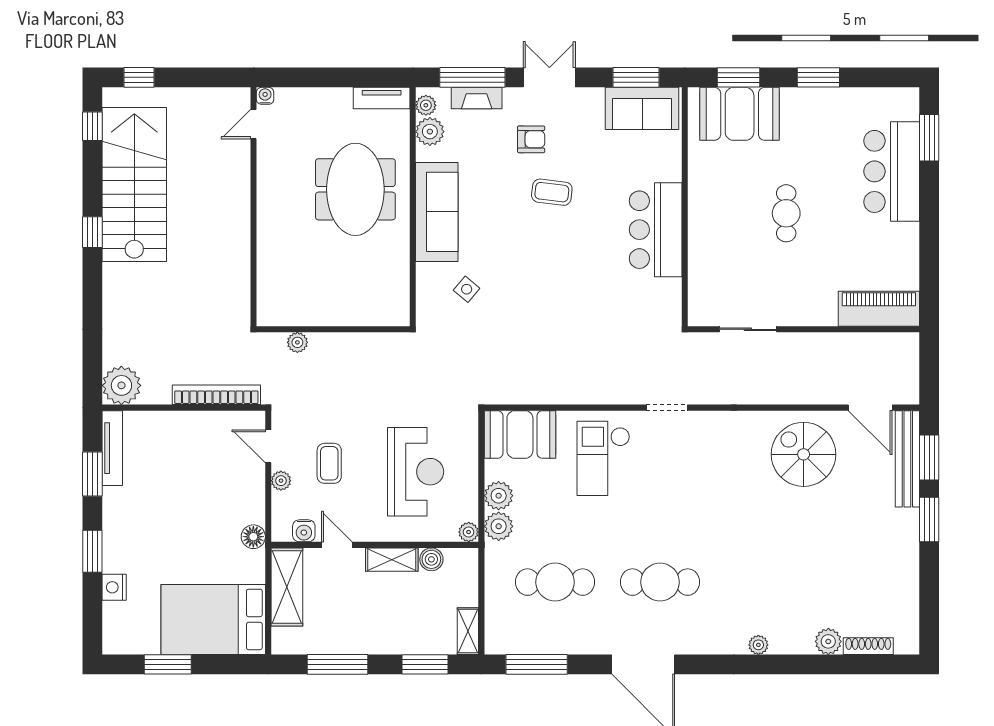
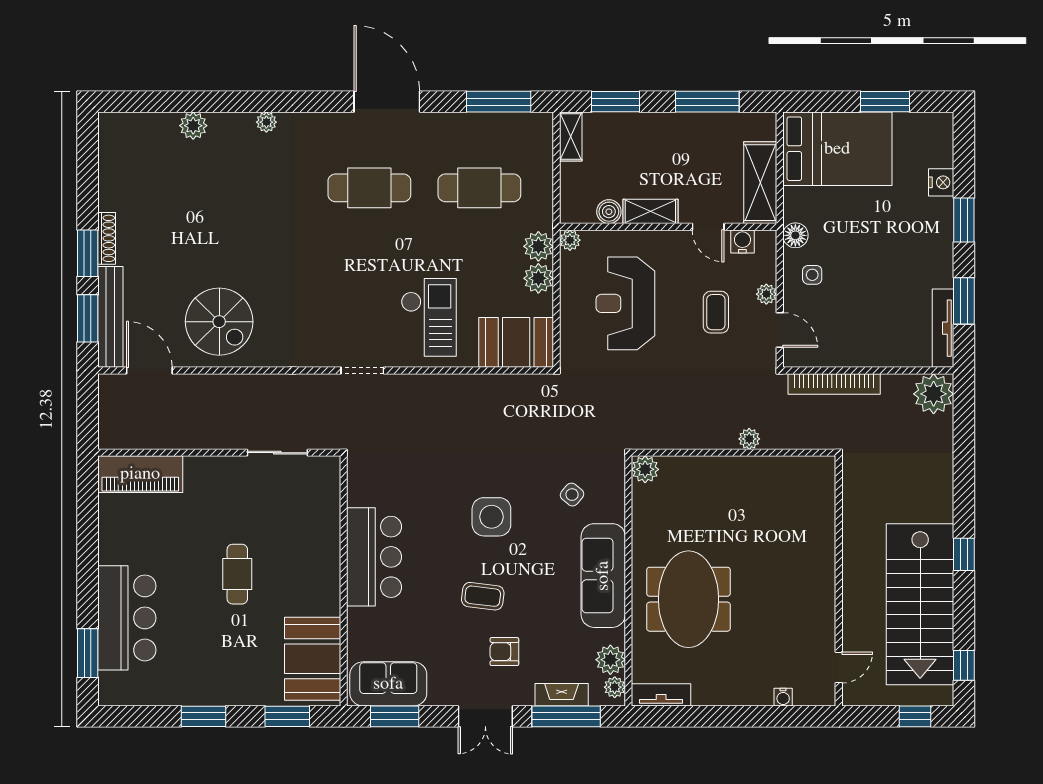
booth: (740, 114) -> (313, 659), moved, turned 90
door: (254, 124) -> (839, 668), moved
wall: (254, 207) -> (839, 581), moved
side table: (543, 268) -> (491, 517), added
plant: (397, 313) -> (645, 469), added
side table: (237, 499) -> (812, 275), added
shoe rack: (868, 646) -> (107, 238), moved, turned -90

